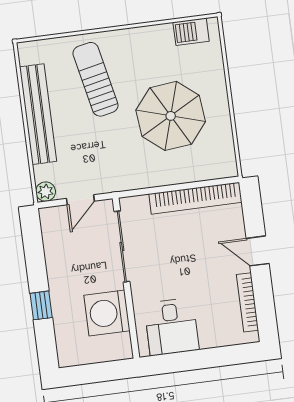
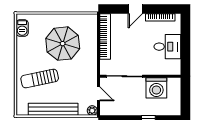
desk: (171, 327) -> (167, 47), moved

